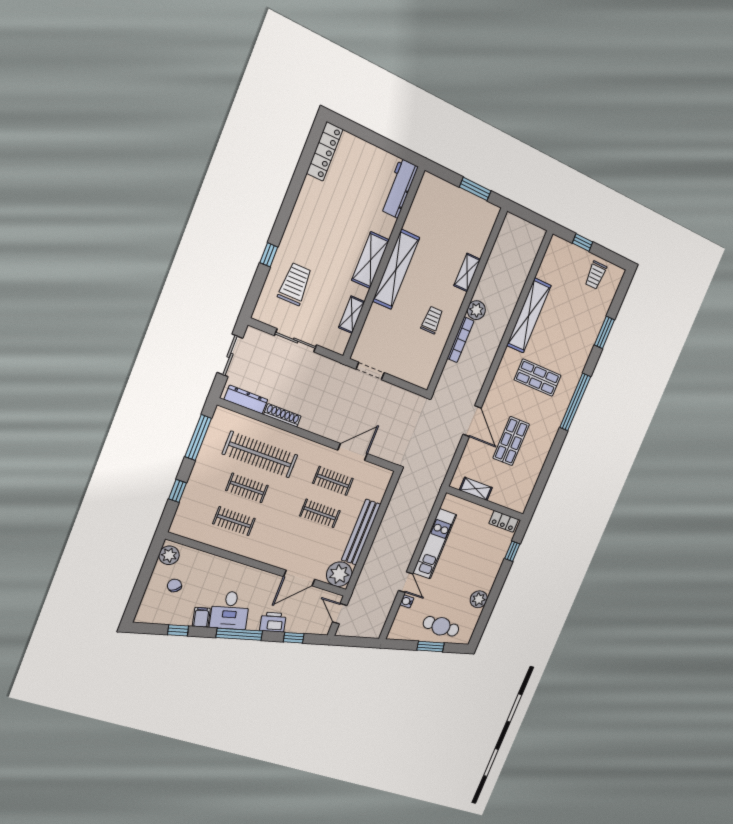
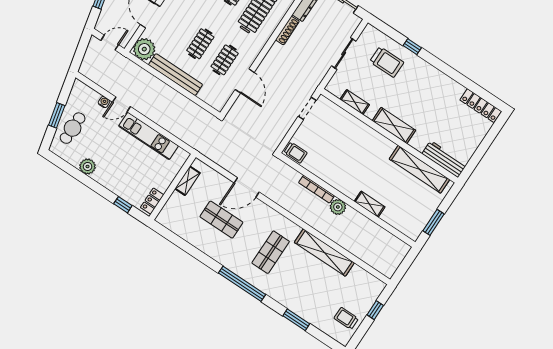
shelving: (396, 269) -> (419, 169), moved
trolley: (432, 320) -> (296, 153), moved

